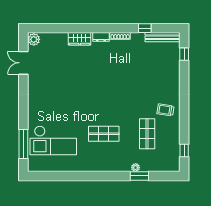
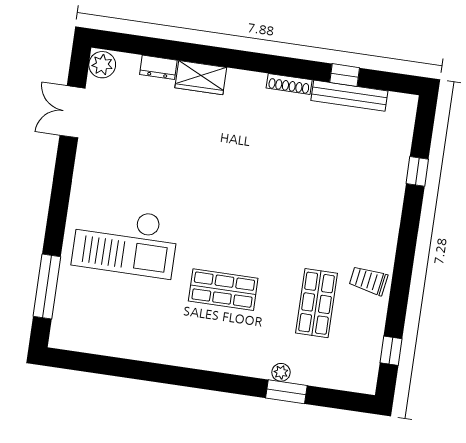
dresser: (101, 37) -> (158, 67), moved
bench: (162, 37) -> (349, 96), moved
window: (184, 54) -> (417, 171), moved
trolley: (165, 110) -> (368, 281), moved
checkout: (53, 140) -> (125, 241), moved

